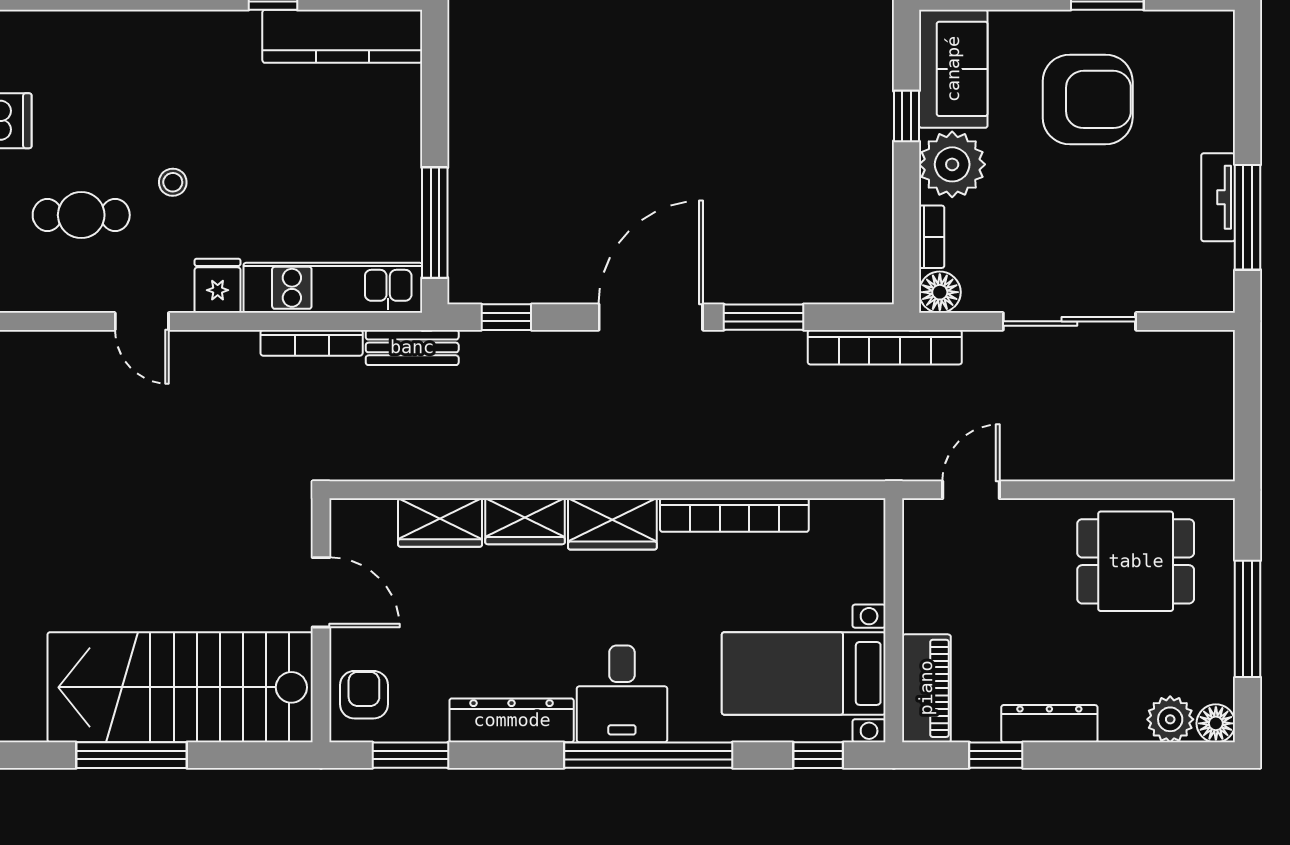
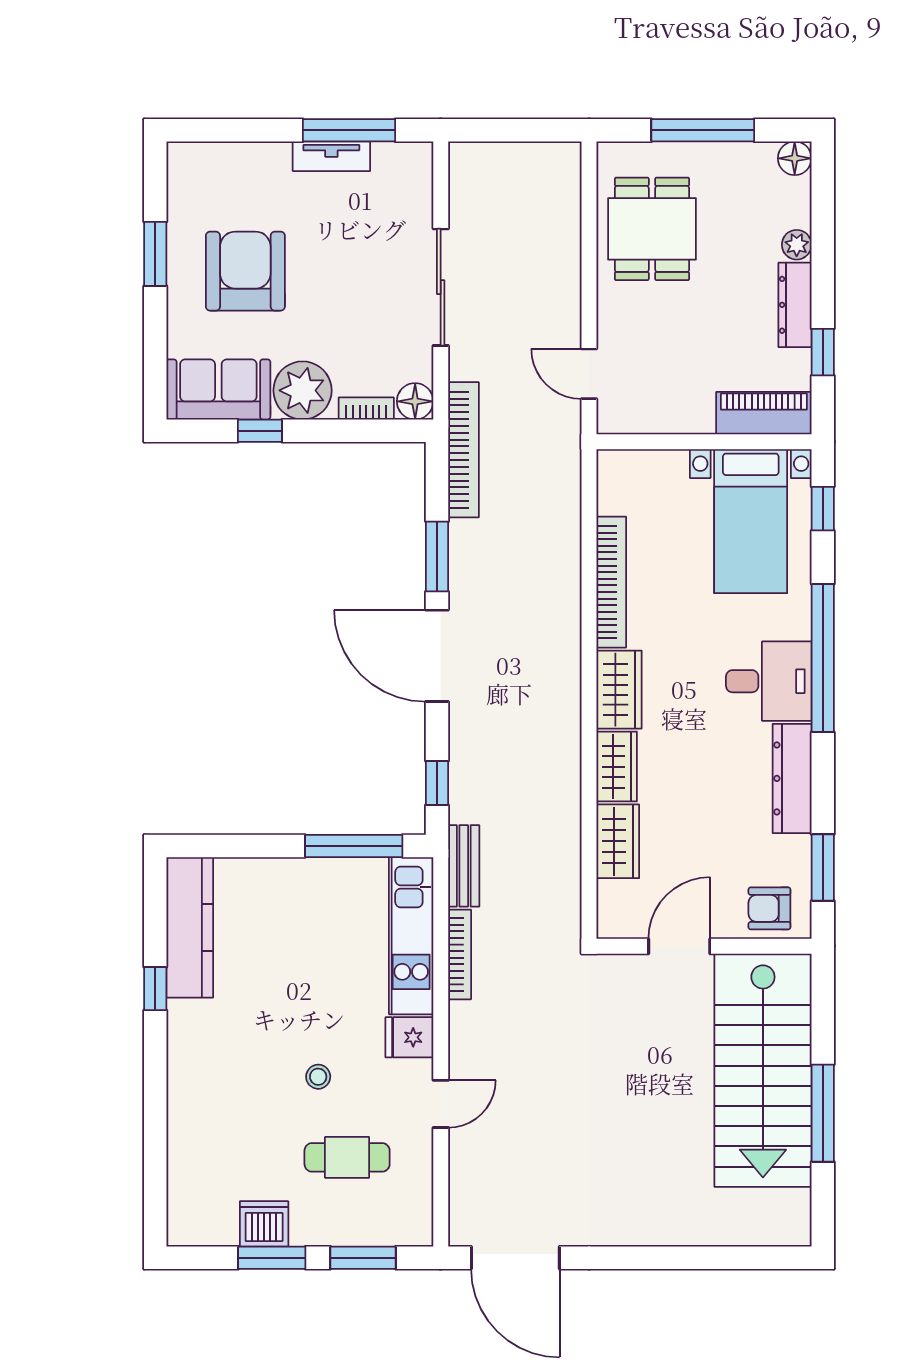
cafe table: (81, 215) -> (347, 1157), turned 90
plant: (1170, 719) -> (797, 245), moved, width x0.73, depth x0.73

